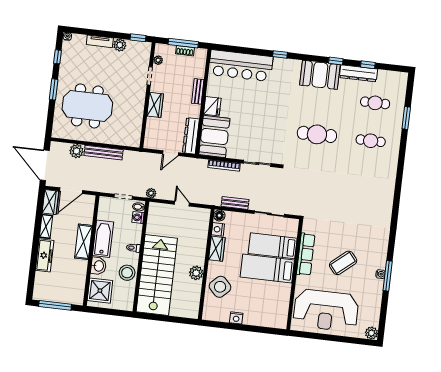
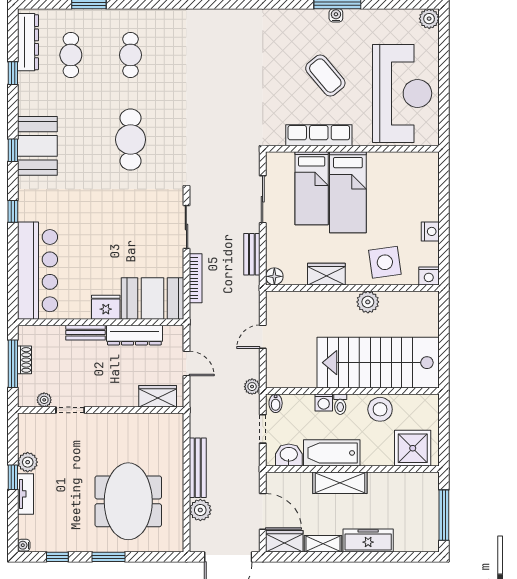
window: (138, 38) -> (13, 477), moved
window: (336, 61) -> (13, 150), moved
dresser: (358, 73) -> (28, 42), moved
wardrobe: (155, 105) -> (158, 396), moved
dresser: (191, 136) -> (134, 335), moved
washing machine: (138, 217) -> (324, 402), moved
nightstand: (218, 229) -> (429, 276), moved
washbasin: (98, 266) -> (289, 455), moved
side table: (220, 287) -> (385, 262), turned 36

